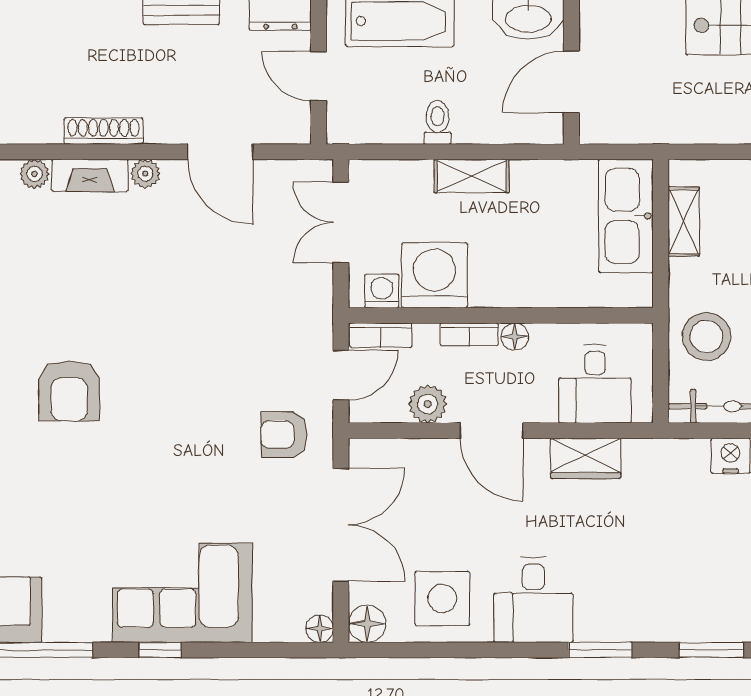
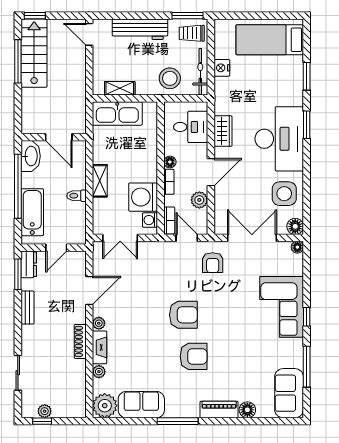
armchair: (165, 368) -> (183, 315), added
desk: (533, 600) -> (279, 139), width x1.87, depth x1.30

